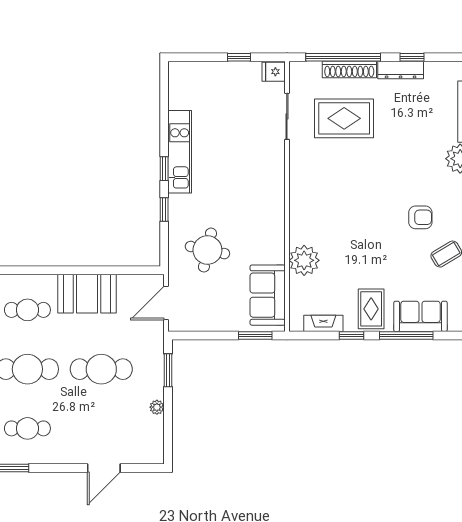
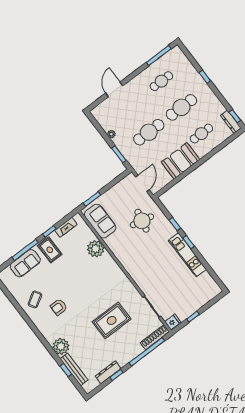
shoe rack: (349, 69) -> (155, 337), moved
dresser: (401, 70) -> (108, 372), moved
rug: (344, 118) -> (112, 320), moved

